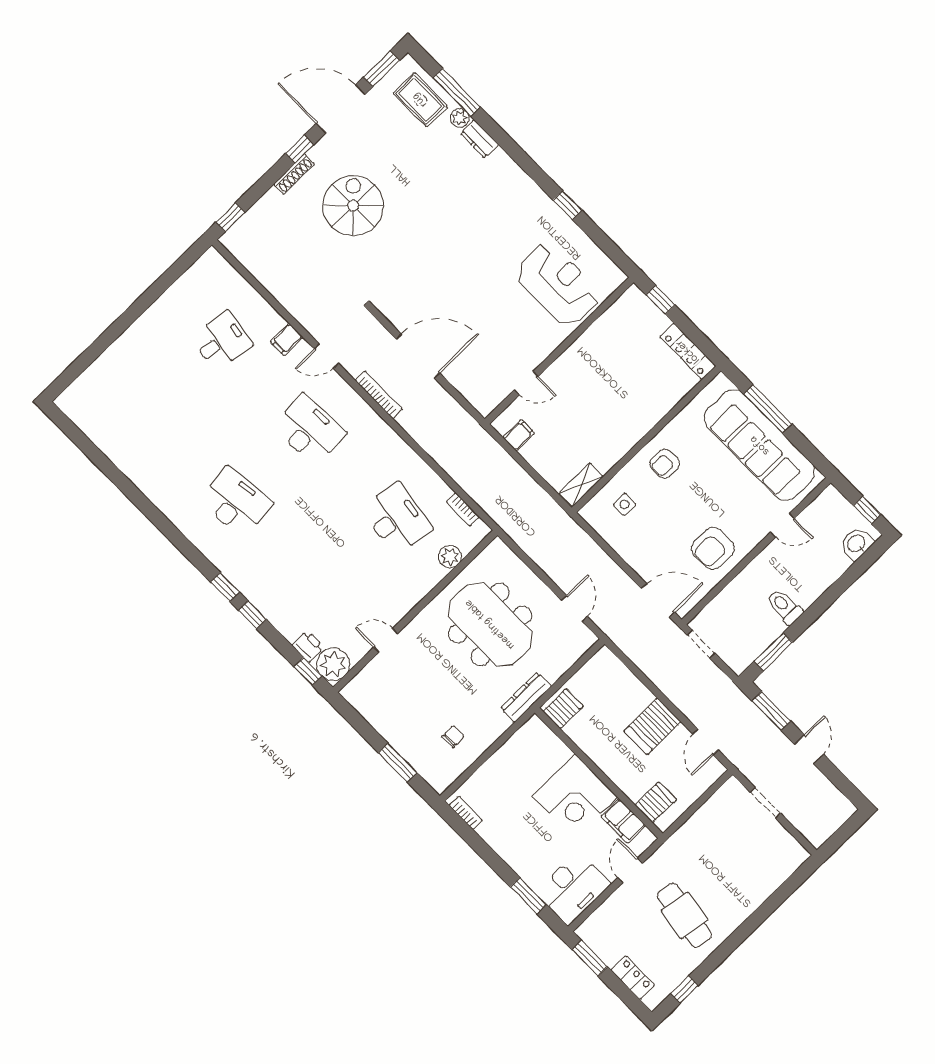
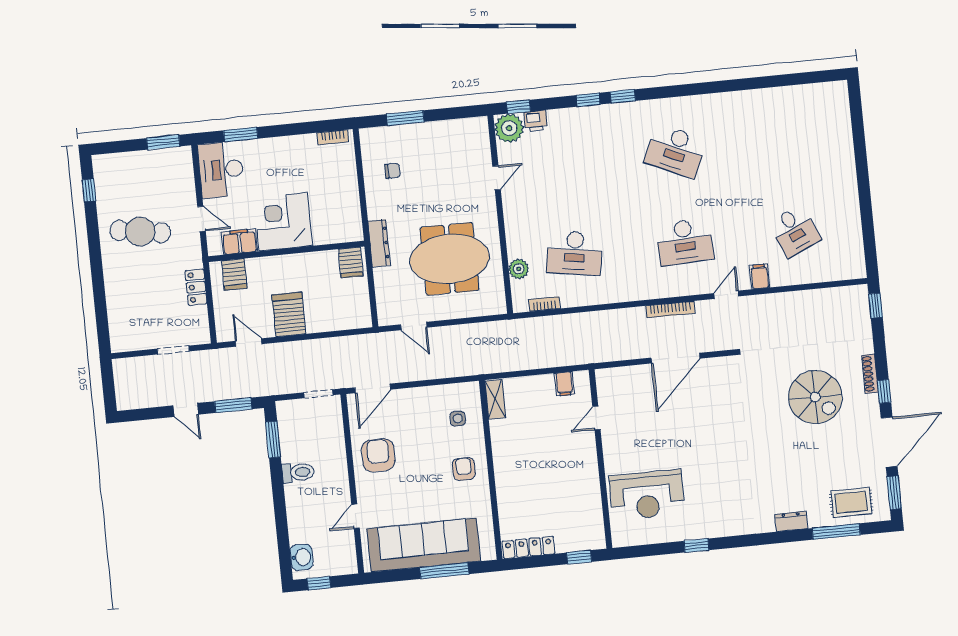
plant: (460, 118) -> (817, 519), removed
desk: (222, 341) -> (795, 231), turned -33
desk: (236, 502) -> (676, 151), turned 30
chair: (453, 737) -> (392, 171), turned -90
locker: (633, 978) -> (196, 287), moved, turned 90

